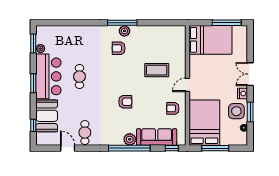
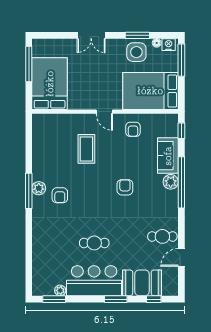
window: (33, 83) -> (116, 299), moved
nightstand: (242, 94) -> (169, 45), moved
sofa: (157, 137) -> (168, 156), width x0.73
window: (215, 148) -> (181, 60), moved

